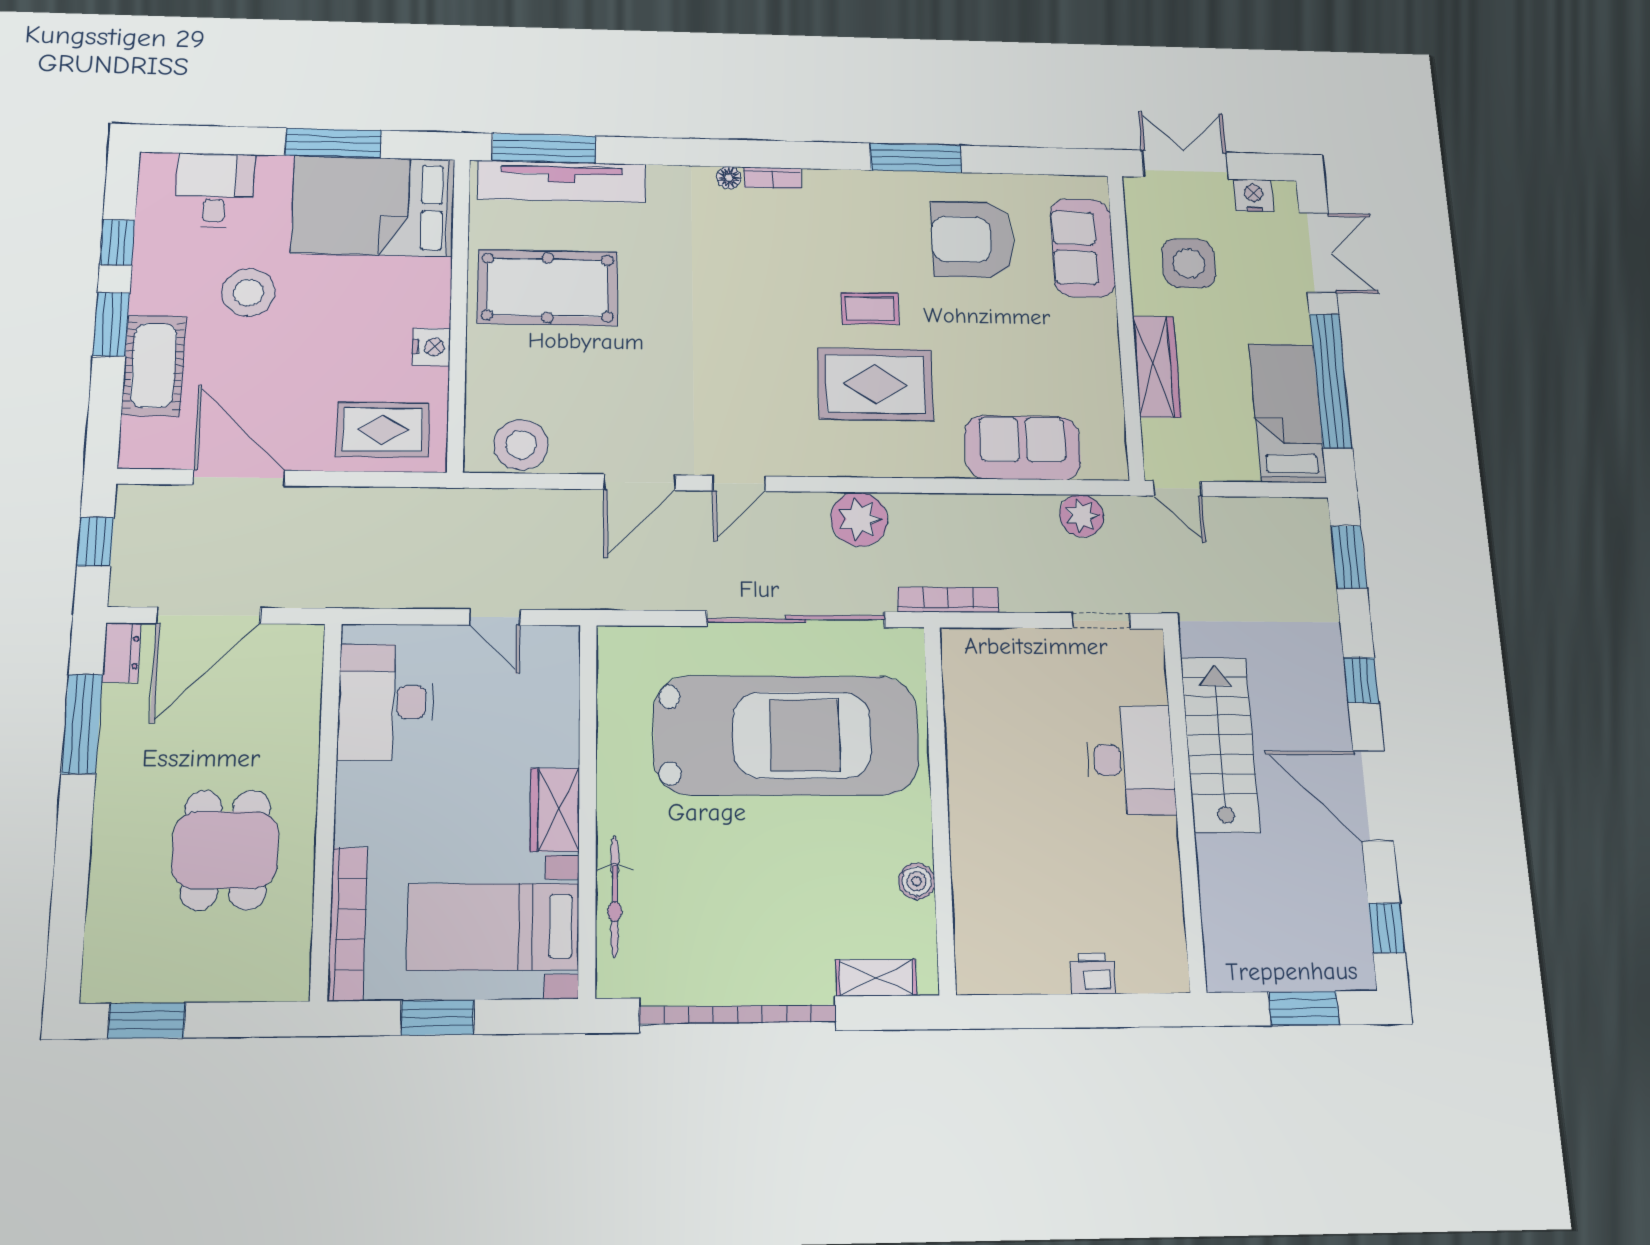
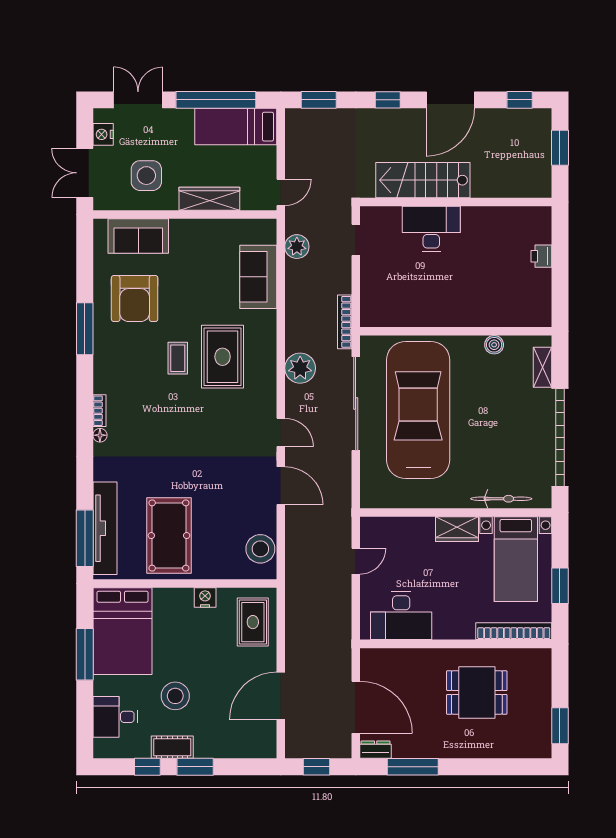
cot: (154, 365) -> (172, 747), moved, width x0.73, depth x0.75

